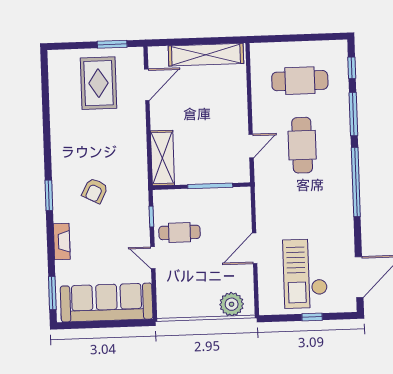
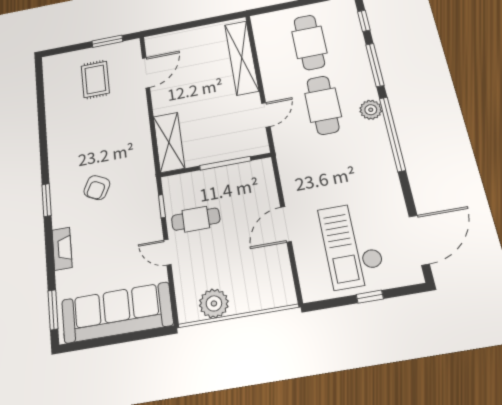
shelving: (206, 55) -> (242, 58), moved, turned 90
cafe table: (300, 81) -> (309, 42), turned 90
rug: (98, 83) -> (95, 79), width x0.73, depth x0.70
plant: (342, 157) -> (371, 110), added
plant: (232, 304) -> (214, 303), moved

